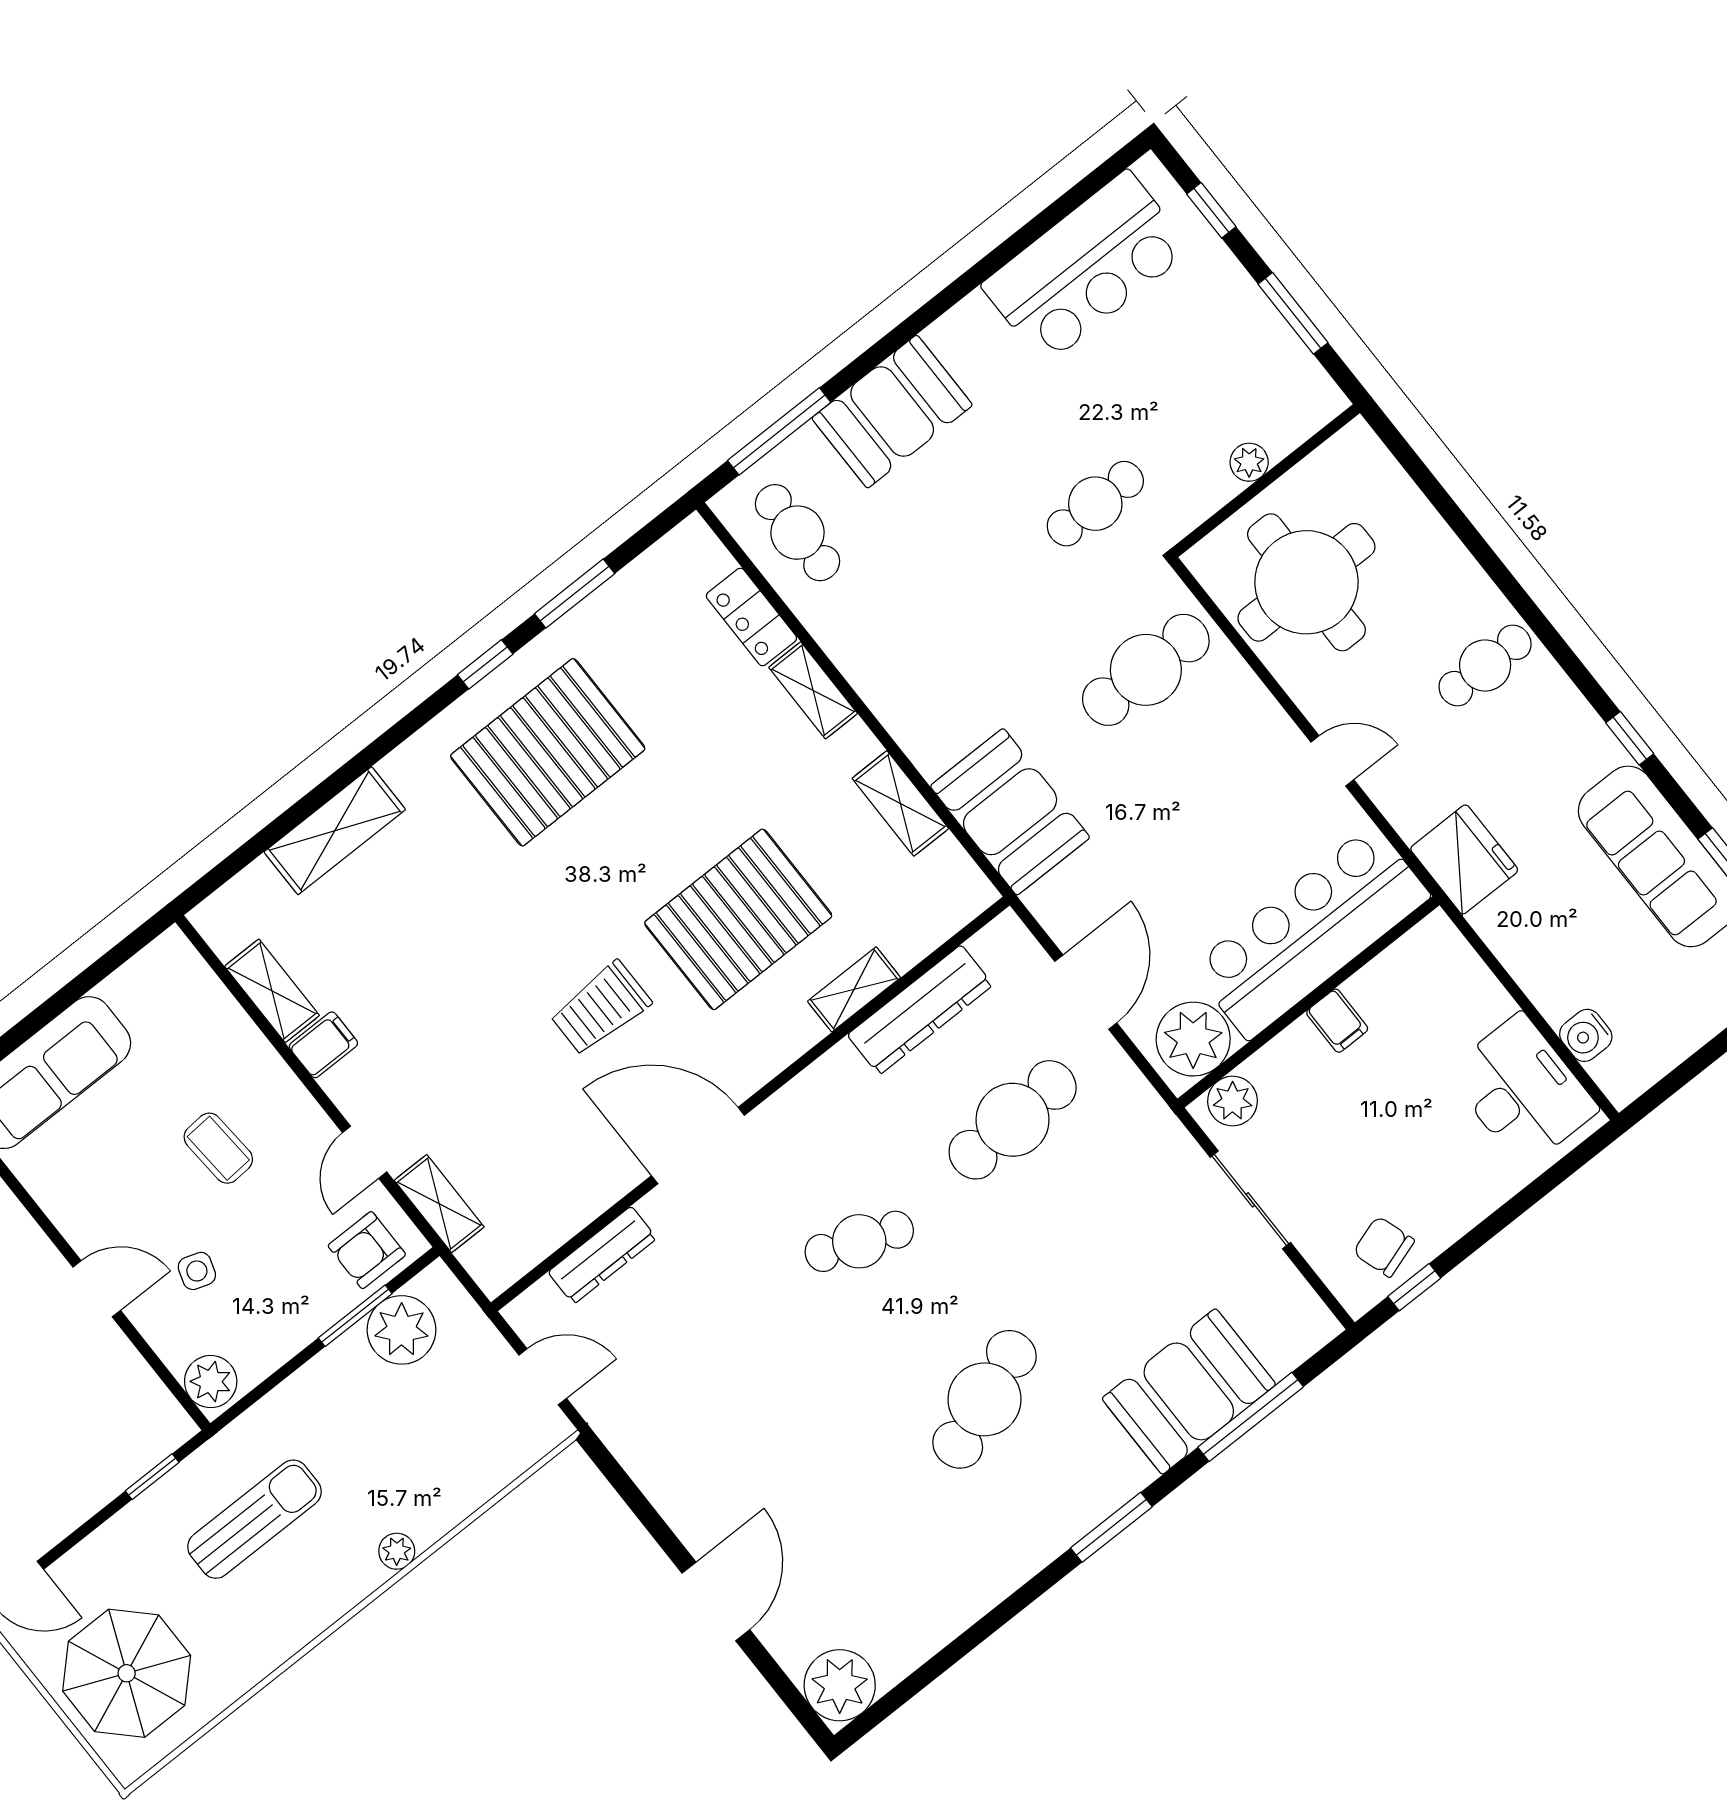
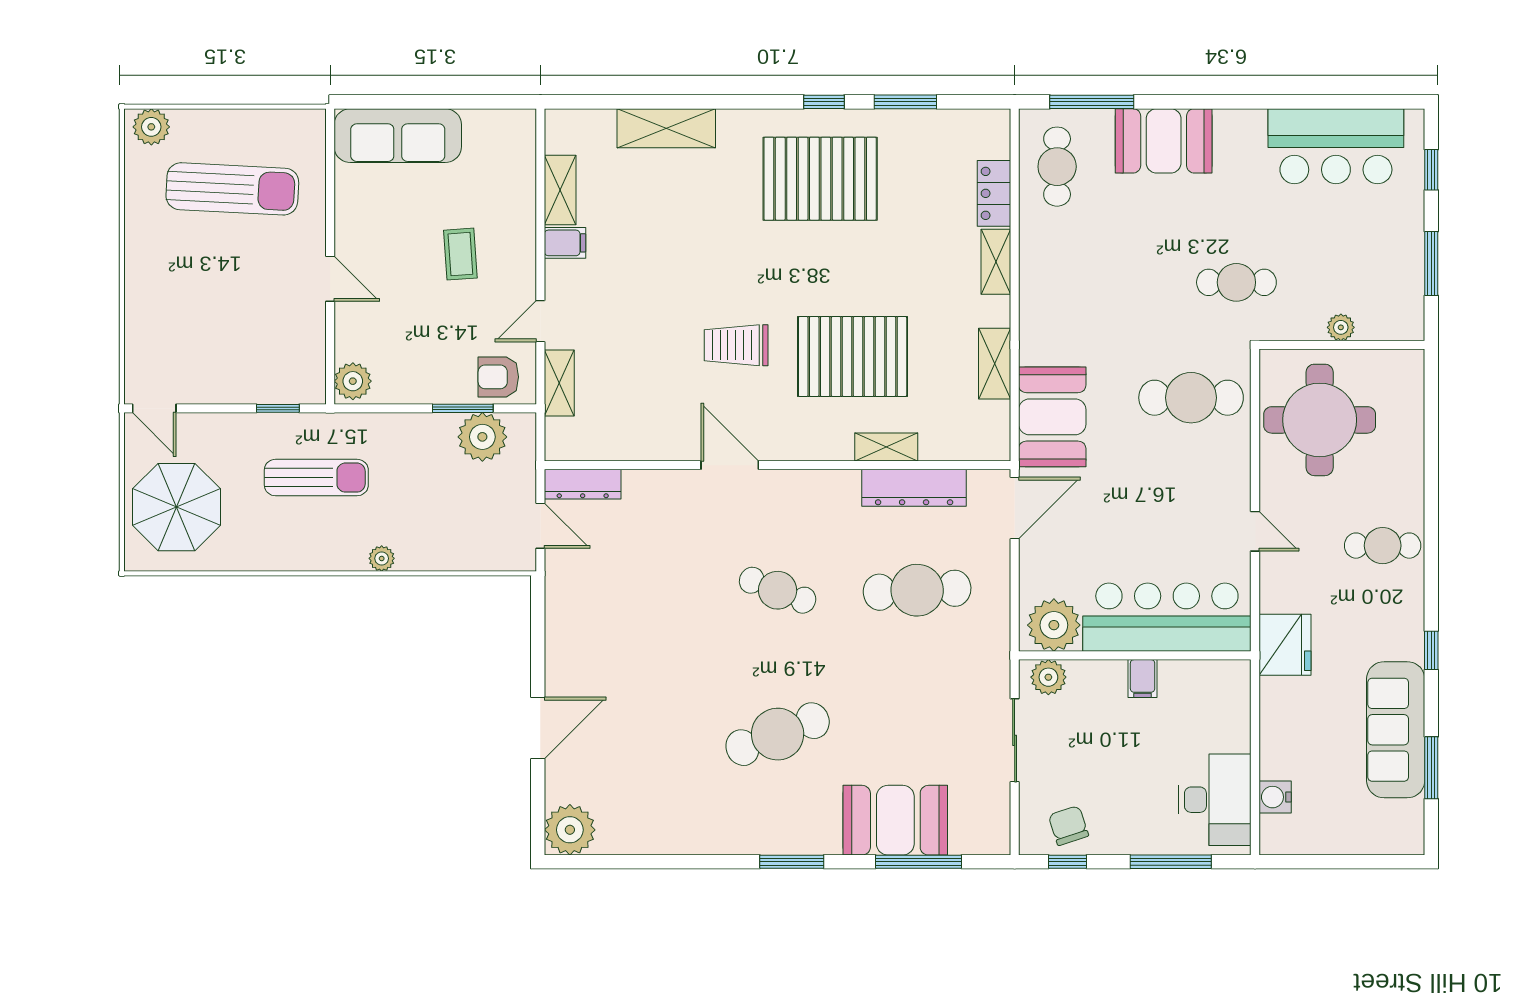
door: (1086, 992) -> (1015, 508), moved
door: (698, 1145) -> (730, 465), width x0.73
window: (1528, 1197) -> (1171, 862), added
dresser: (602, 1255) -> (583, 484), moved
side table: (197, 1271) -> (394, 313), removed

